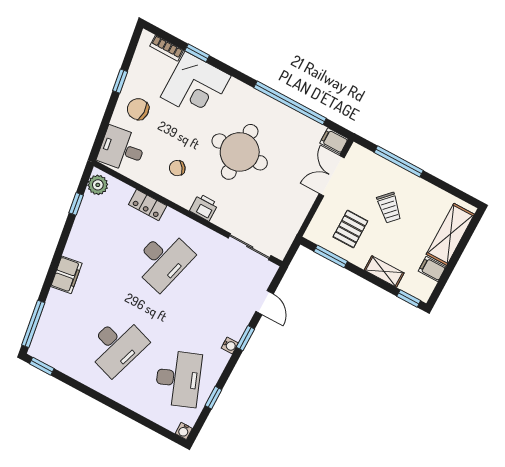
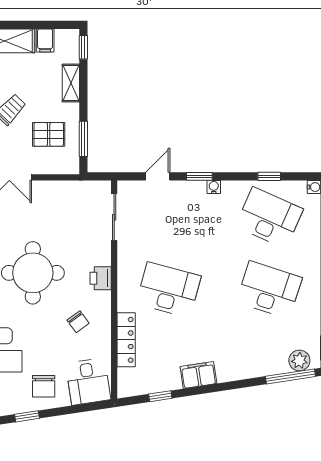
plant: (98, 185) -> (299, 360), moved
locker: (148, 205) -> (126, 340), width x1.53
filing cabinet: (66, 275) -> (198, 375), moved
desk: (178, 379) -> (269, 218), turned 45

